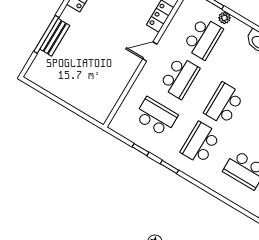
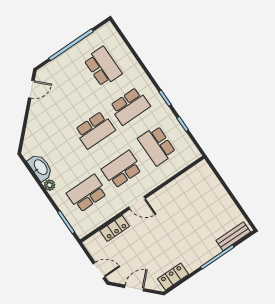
plant: (224, 18) -> (50, 185), moved
bench: (55, 37) -> (233, 236), moved

